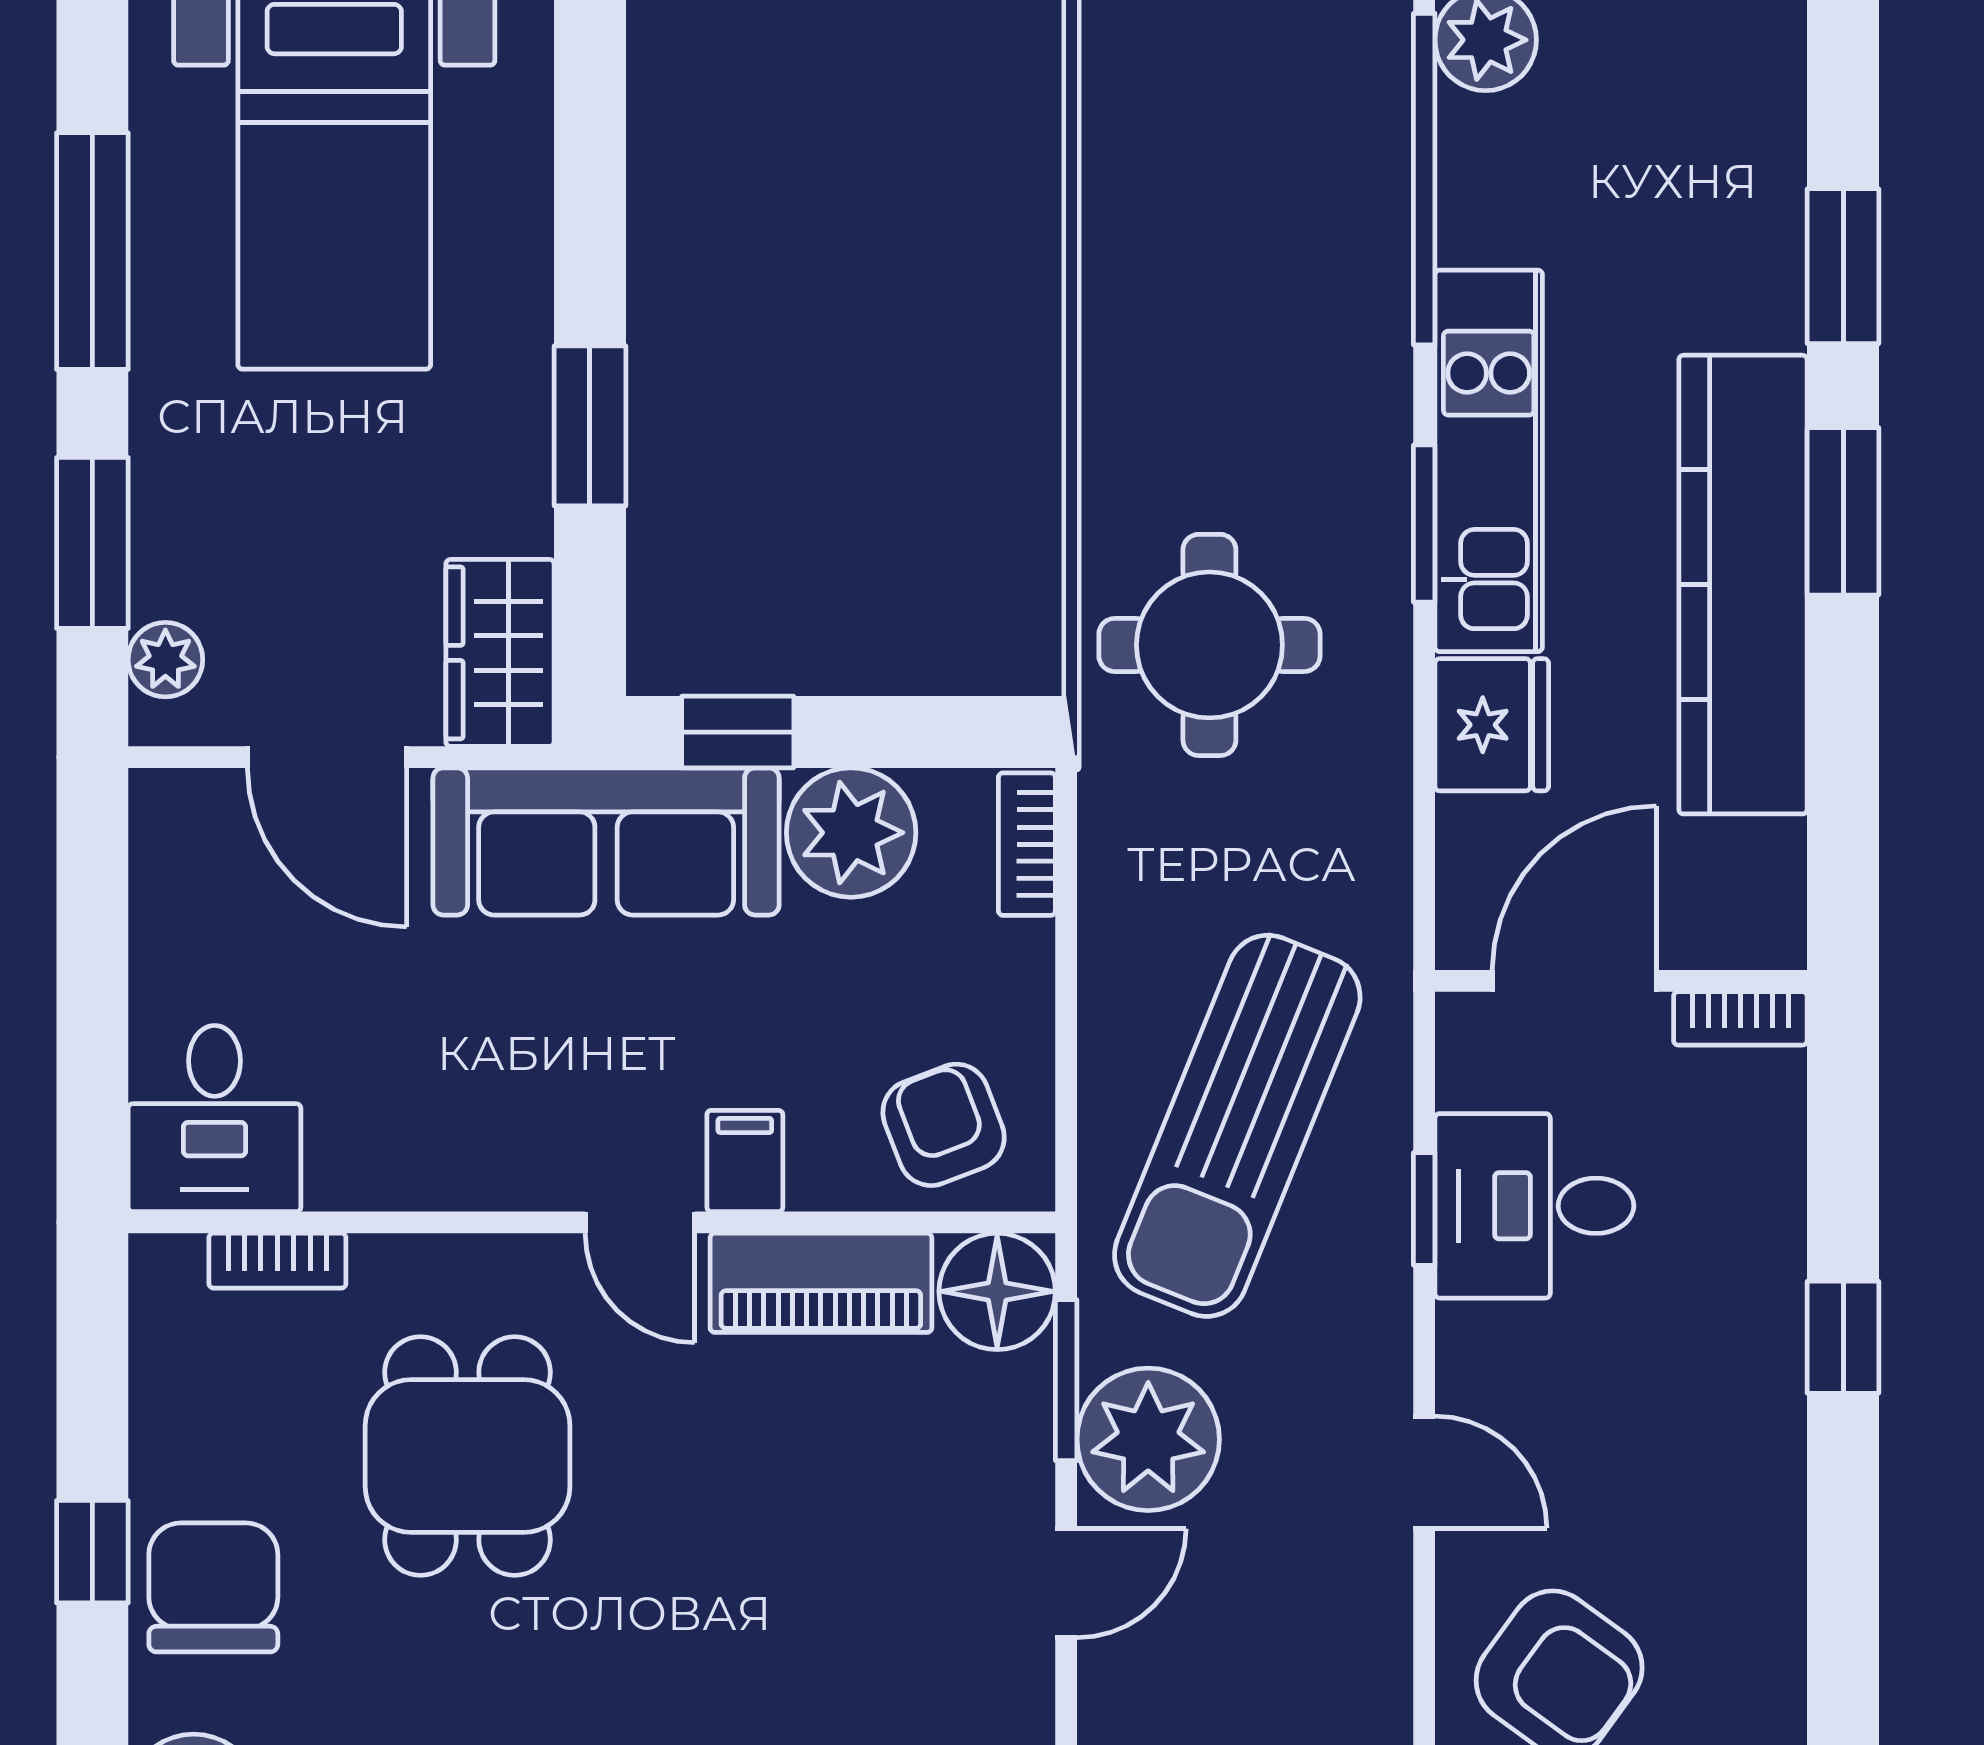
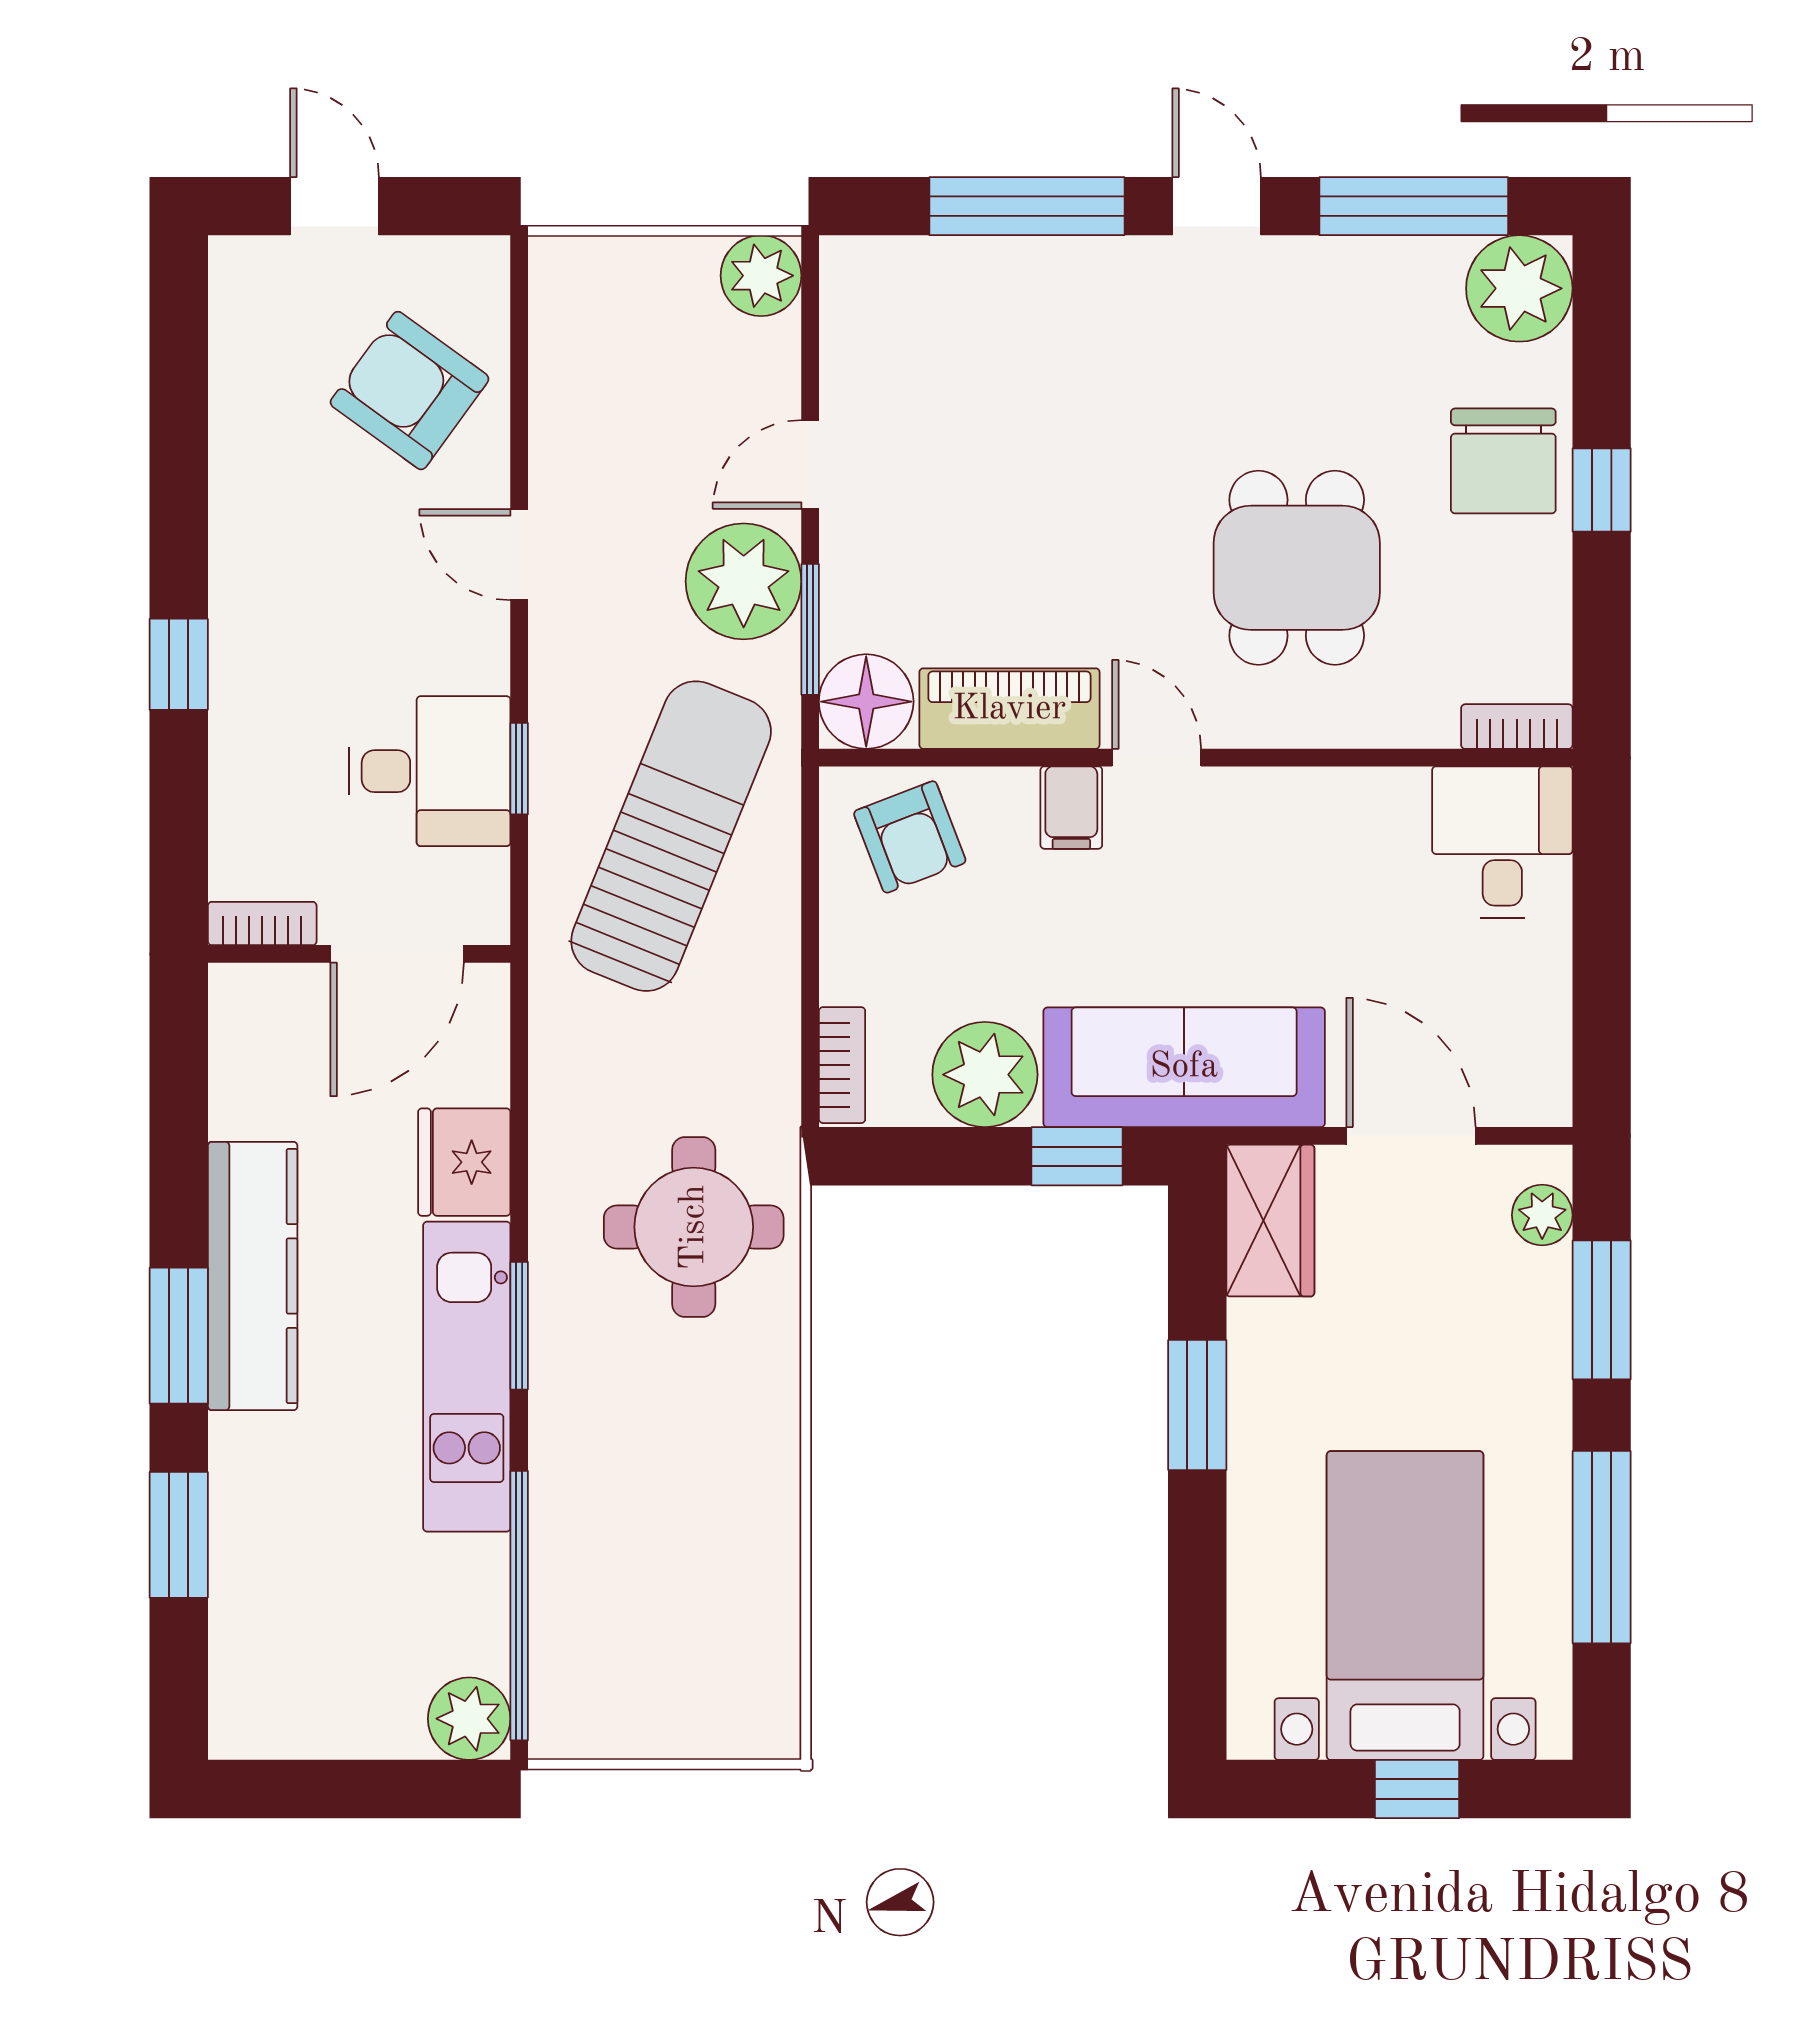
kitchen counter: (1743, 585) -> (253, 1276), width x0.72, depth x0.86
bookcase: (277, 1261) -> (1517, 727), moved

